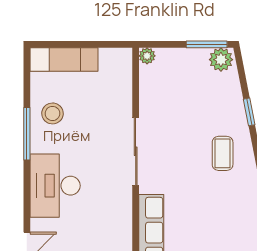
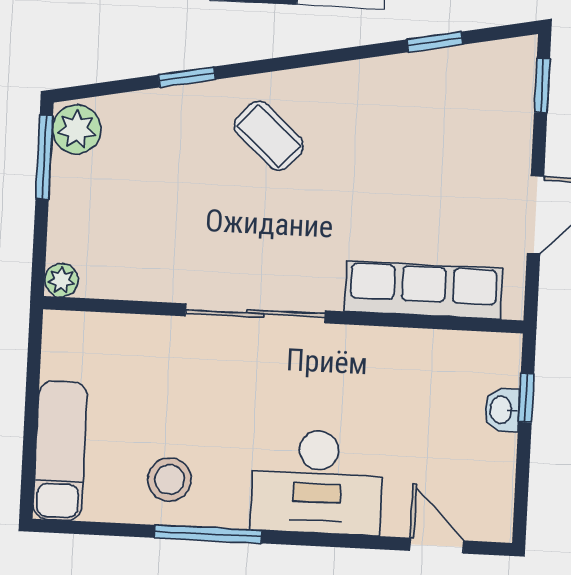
coffee table: (223, 153) -> (269, 136), turned 42

